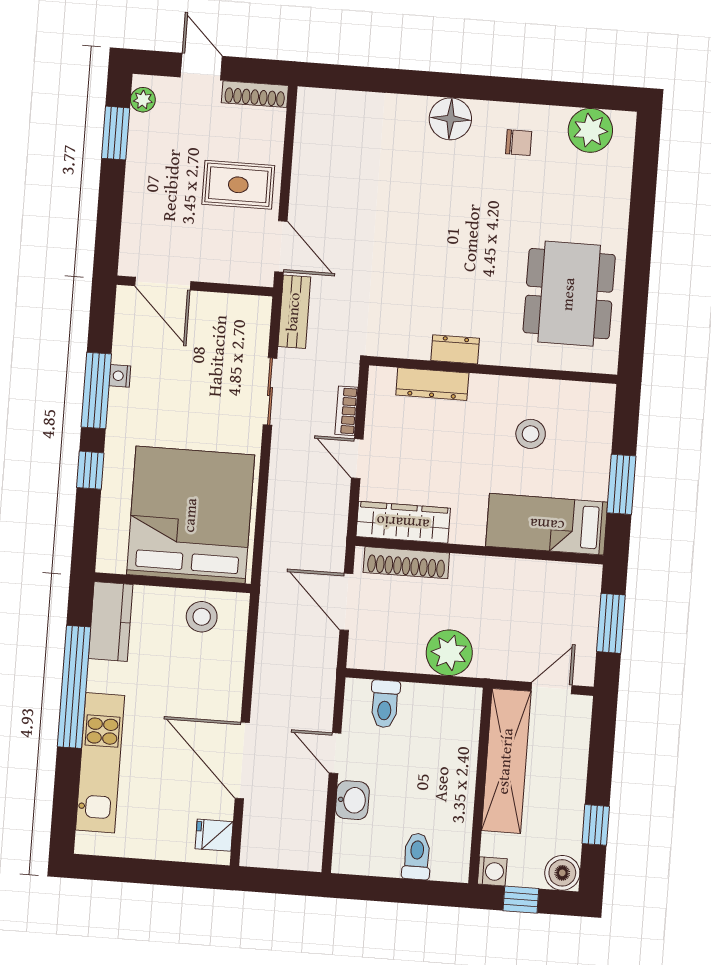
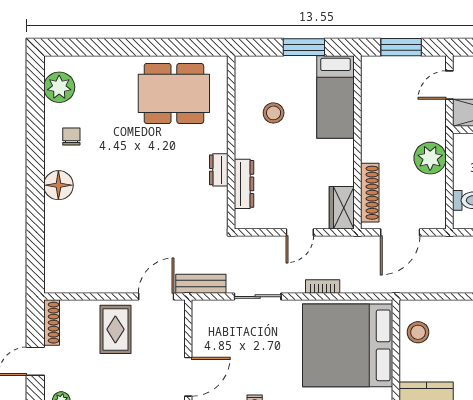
bookcase: (346, 411) -> (323, 287), moved, turned 180
wardrobe: (403, 522) -> (342, 208), width x0.67
door: (552, 688) -> (449, 85), hinge flipped

